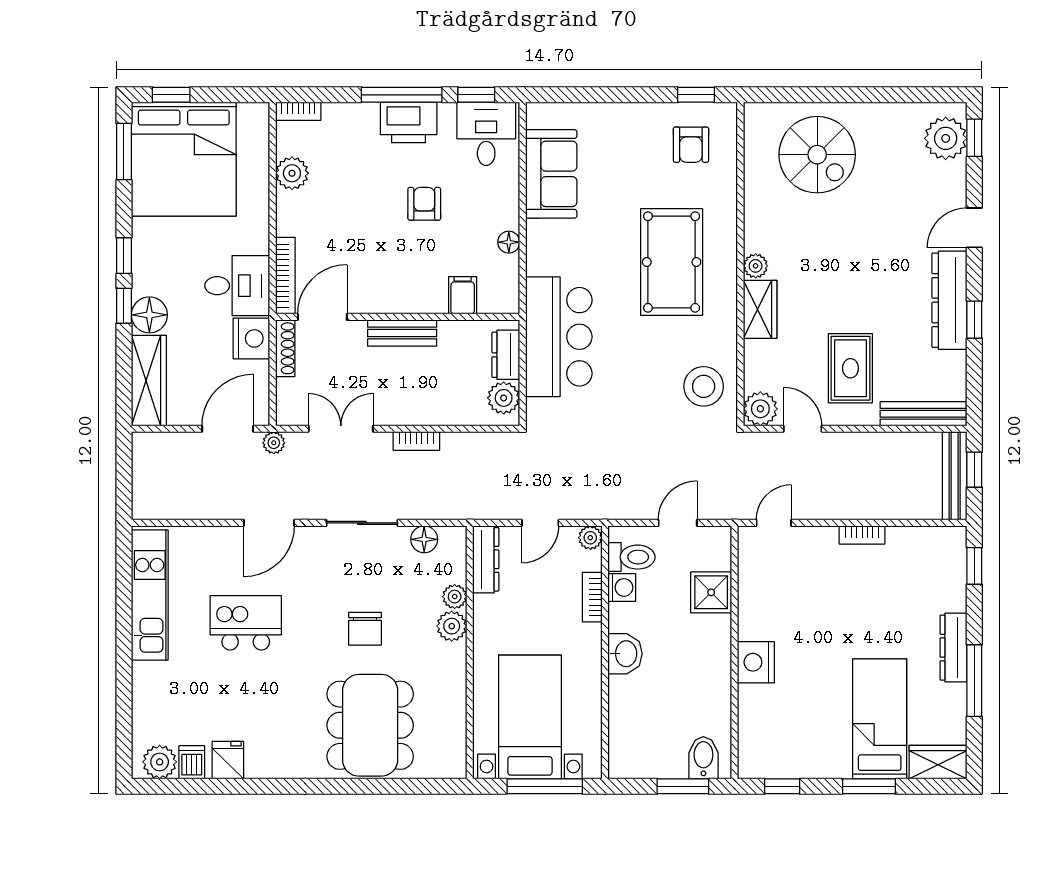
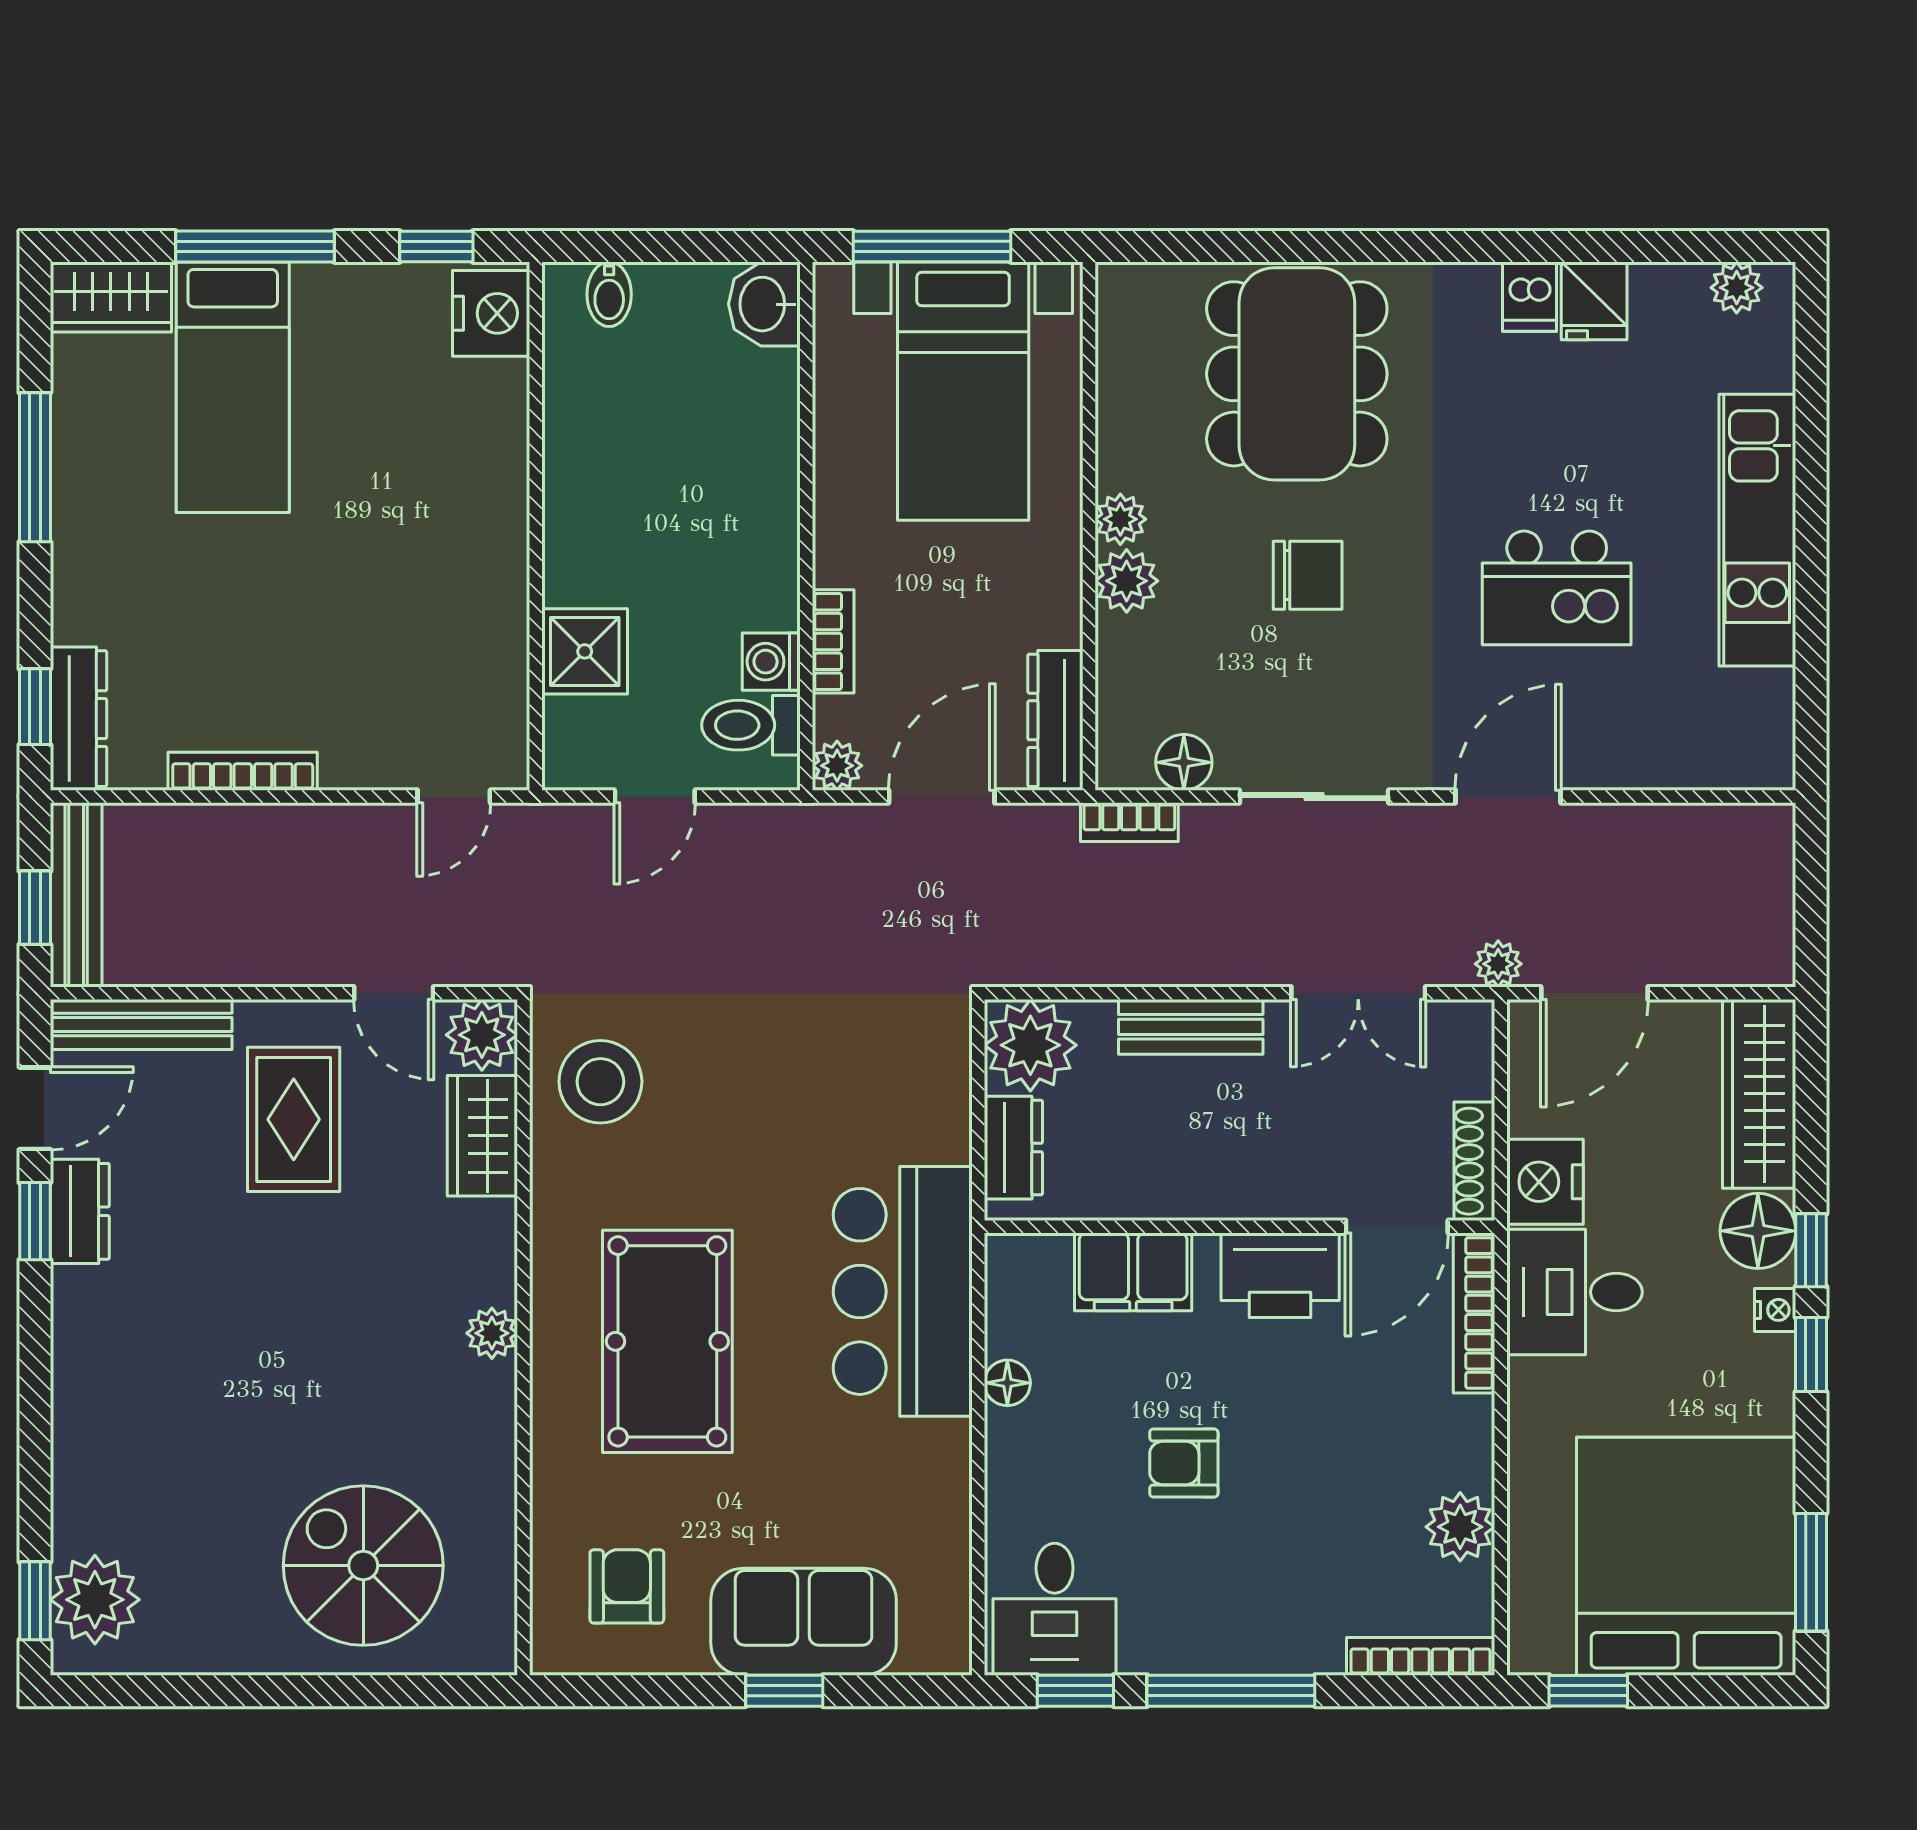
window: (171, 95) -> (1588, 1691), moved
window: (696, 95) -> (784, 1691), moved
bookcase: (298, 111) -> (1421, 1656), width x1.56
printer: (409, 122) -> (1280, 1275), moved, turned 180
sofa: (551, 174) -> (804, 1622), moved, turned 90
armchair: (424, 204) -> (1184, 1463), turned 90
door: (974, 228) -> (35, 1108), moved
nightstand: (141, 277) -> (1775, 1310), added
filing cabinet: (463, 295) -> (1133, 1272), width x2.00
dresser: (949, 300) -> (80, 1211), width x0.51, depth x0.80
wardrobe: (760, 309) -> (482, 1136), moved
bench: (402, 333) -> (1191, 1027), moved
bar counter: (559, 337) -> (903, 1291), moved
plant: (504, 398) -> (1030, 1045), width x1.36, depth x1.36
bookcase: (416, 441) -> (1129, 822), moved, turned 180
door: (540, 523) -> (942, 797), width x1.38
bookcase: (862, 535) -> (243, 771), width x1.56
kitchen unit: (150, 595) -> (1757, 530), moved
plant: (455, 597) -> (1120, 519), moved
chair: (365, 629) -> (1308, 575), turned 90
dresser: (954, 648) -> (78, 719), moved
washbasin: (625, 654) -> (764, 304), moved
nightstand: (756, 662) -> (491, 313), moved
bidet: (703, 758) -> (609, 294), width x0.72, depth x0.74
plant: (160, 762) -> (1737, 288), width x0.73, depth x0.73
dishwasher: (192, 762) -> (1529, 297), moved
window: (683, 786) -> (644, 246), removed
window: (869, 786) -> (255, 246), width x1.44

